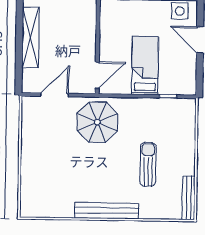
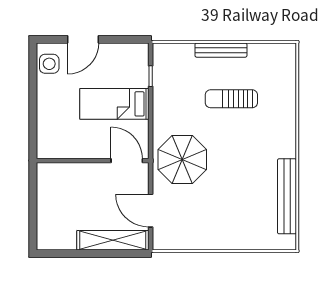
shelving: (30, 37) -> (113, 240), moved
bench: (189, 198) -> (221, 50), moved
bench: (107, 211) -> (287, 196), moved

